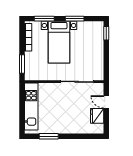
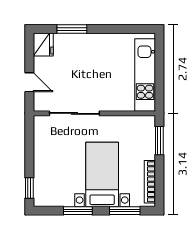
fridge: (97, 116) -> (43, 45), moved
window: (49, 136) -> (72, 29), moved

